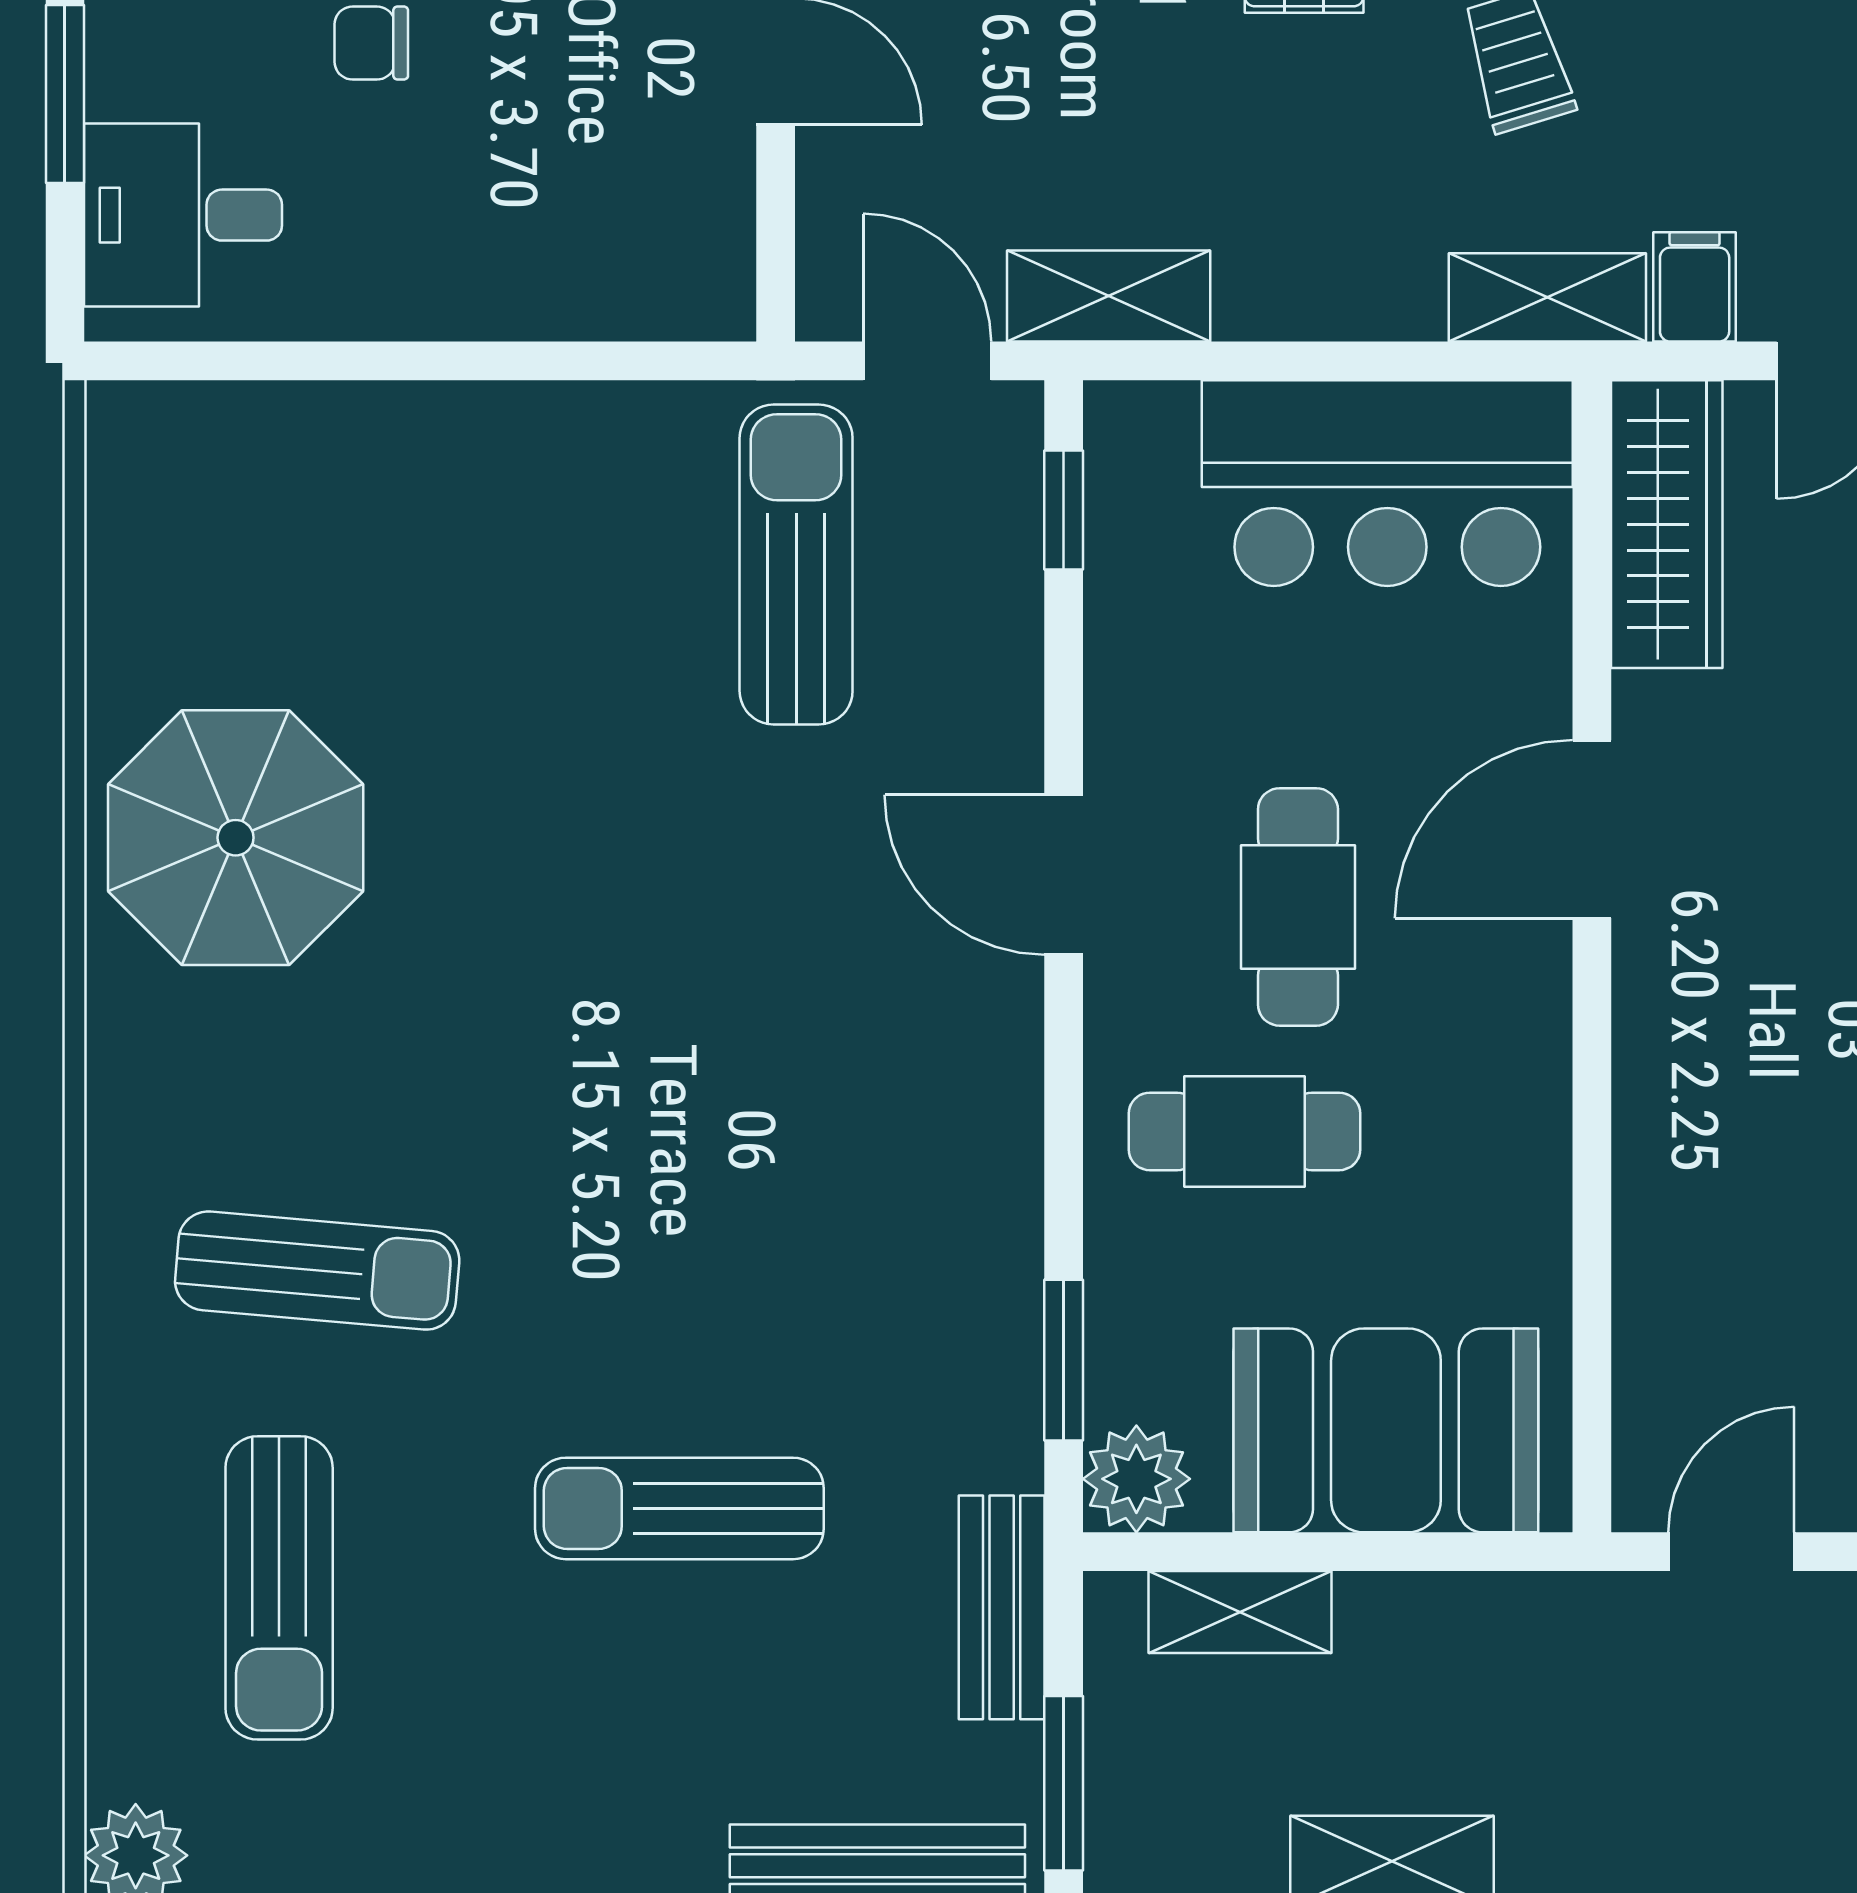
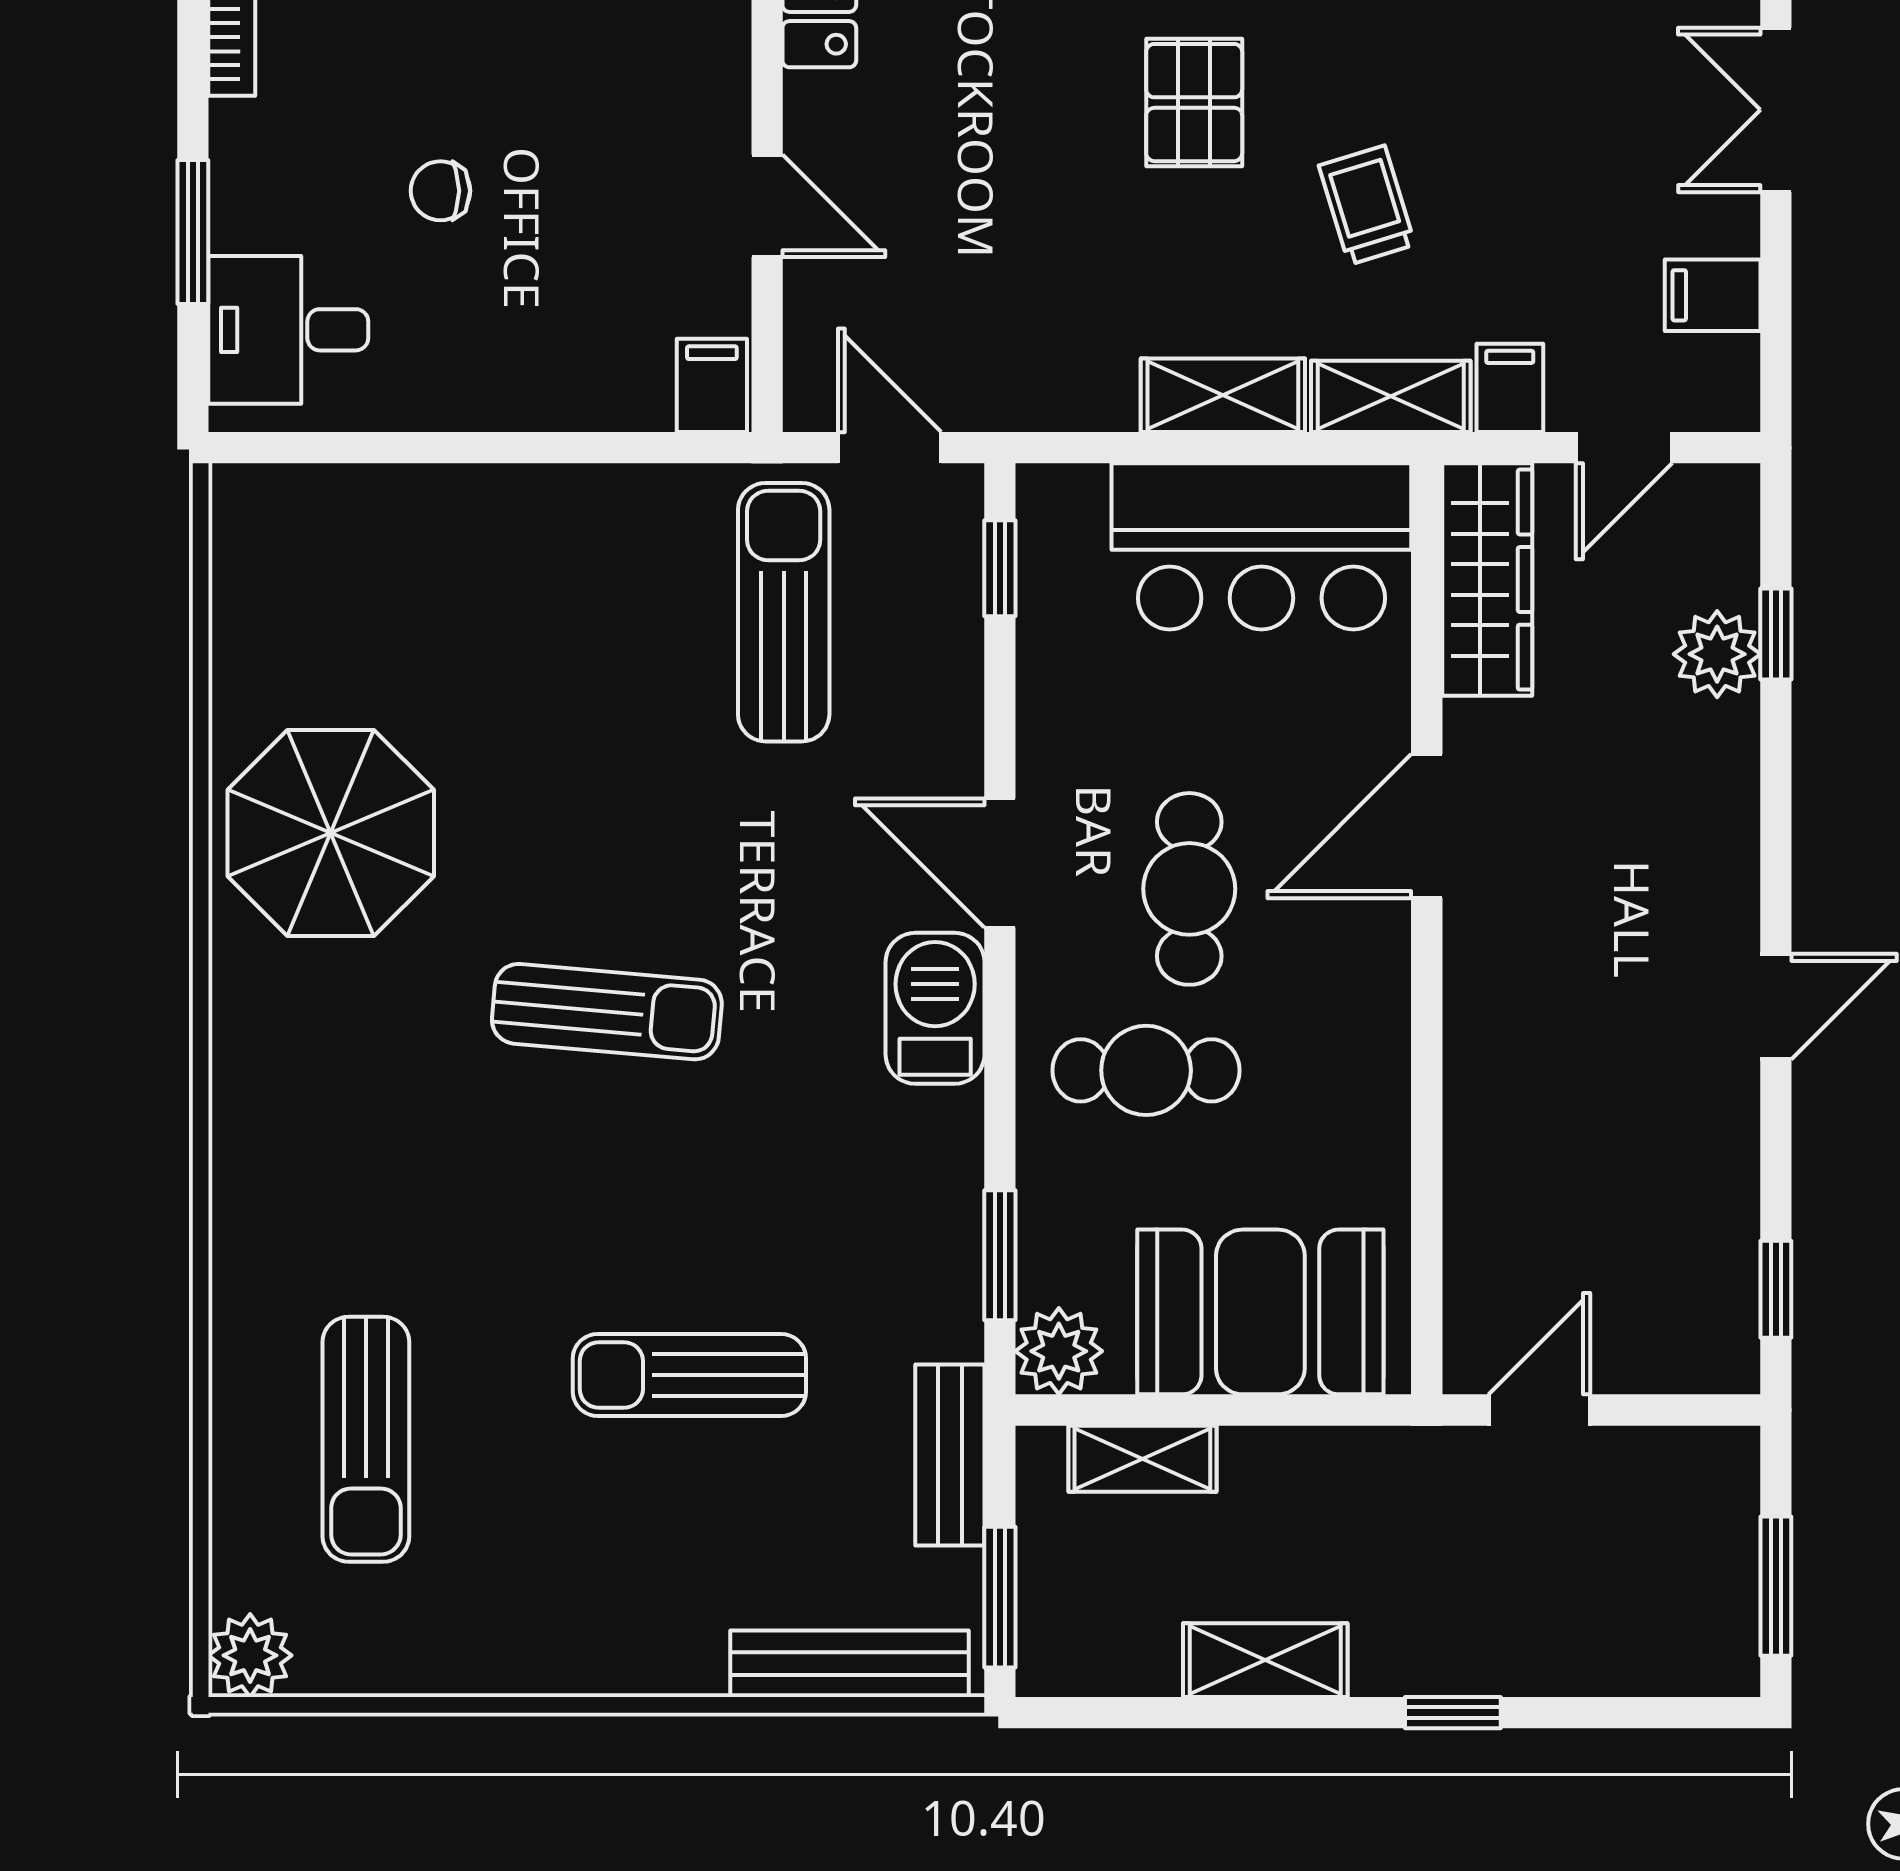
filing cabinet: (707, 284) -> (712, 385), added
shelving: (1109, 296) -> (1223, 395), moved
barbecue: (983, 1055) -> (935, 1008), added
sun lounger: (317, 1271) -> (607, 1012), moved

